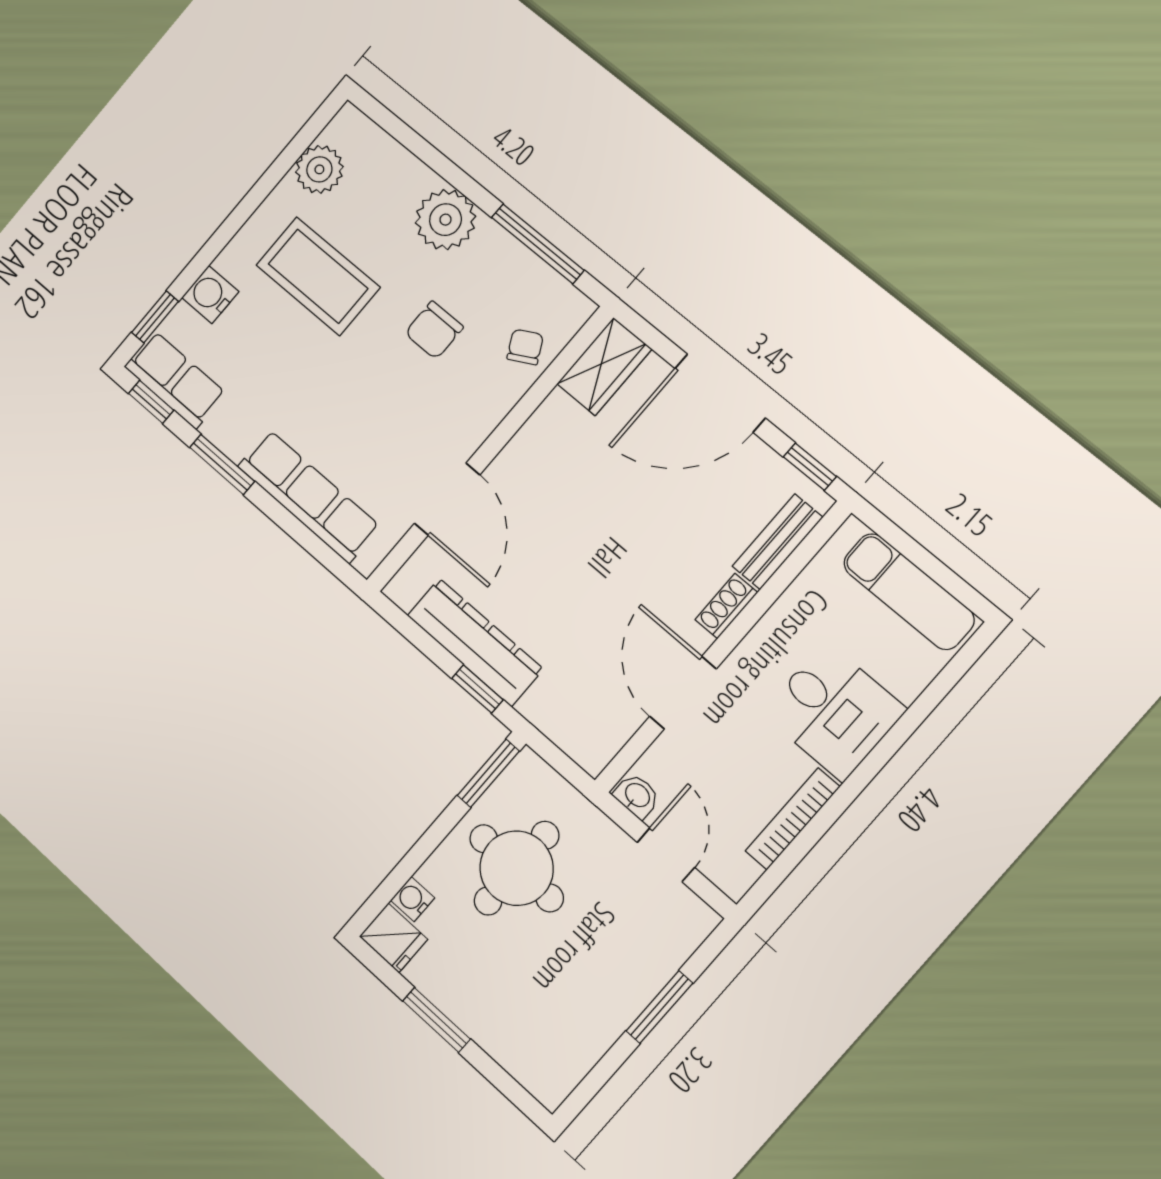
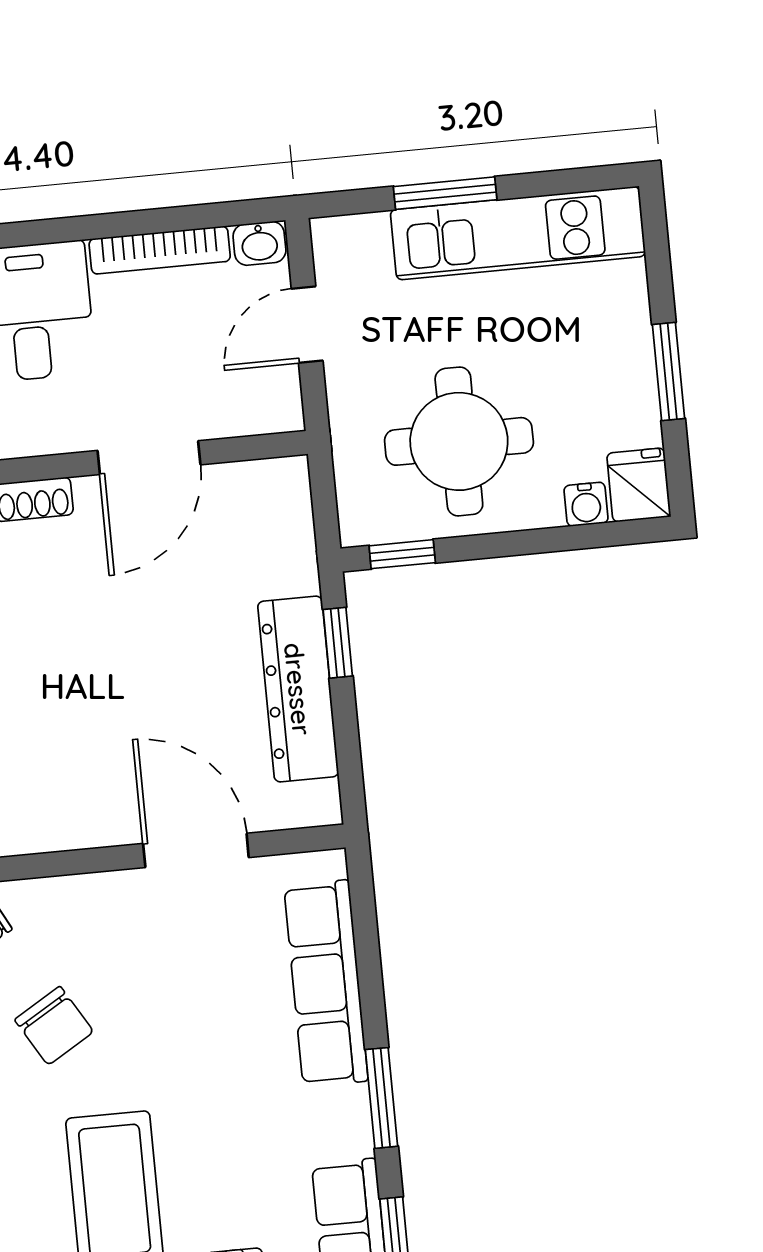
chair: (434, 330) -> (54, 1026), turned 59
door: (447, 499) -> (196, 850), hinge flipped
window: (488, 773) -> (402, 554), width x0.67
washbasin: (637, 796) -> (259, 243), moved, turned -90
kitchen unit: (596, 1022) -> (518, 233), added

